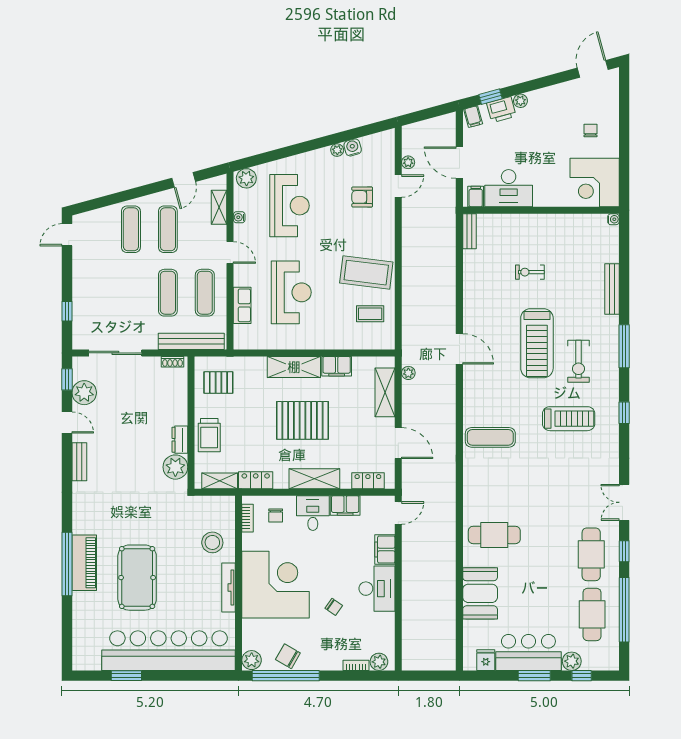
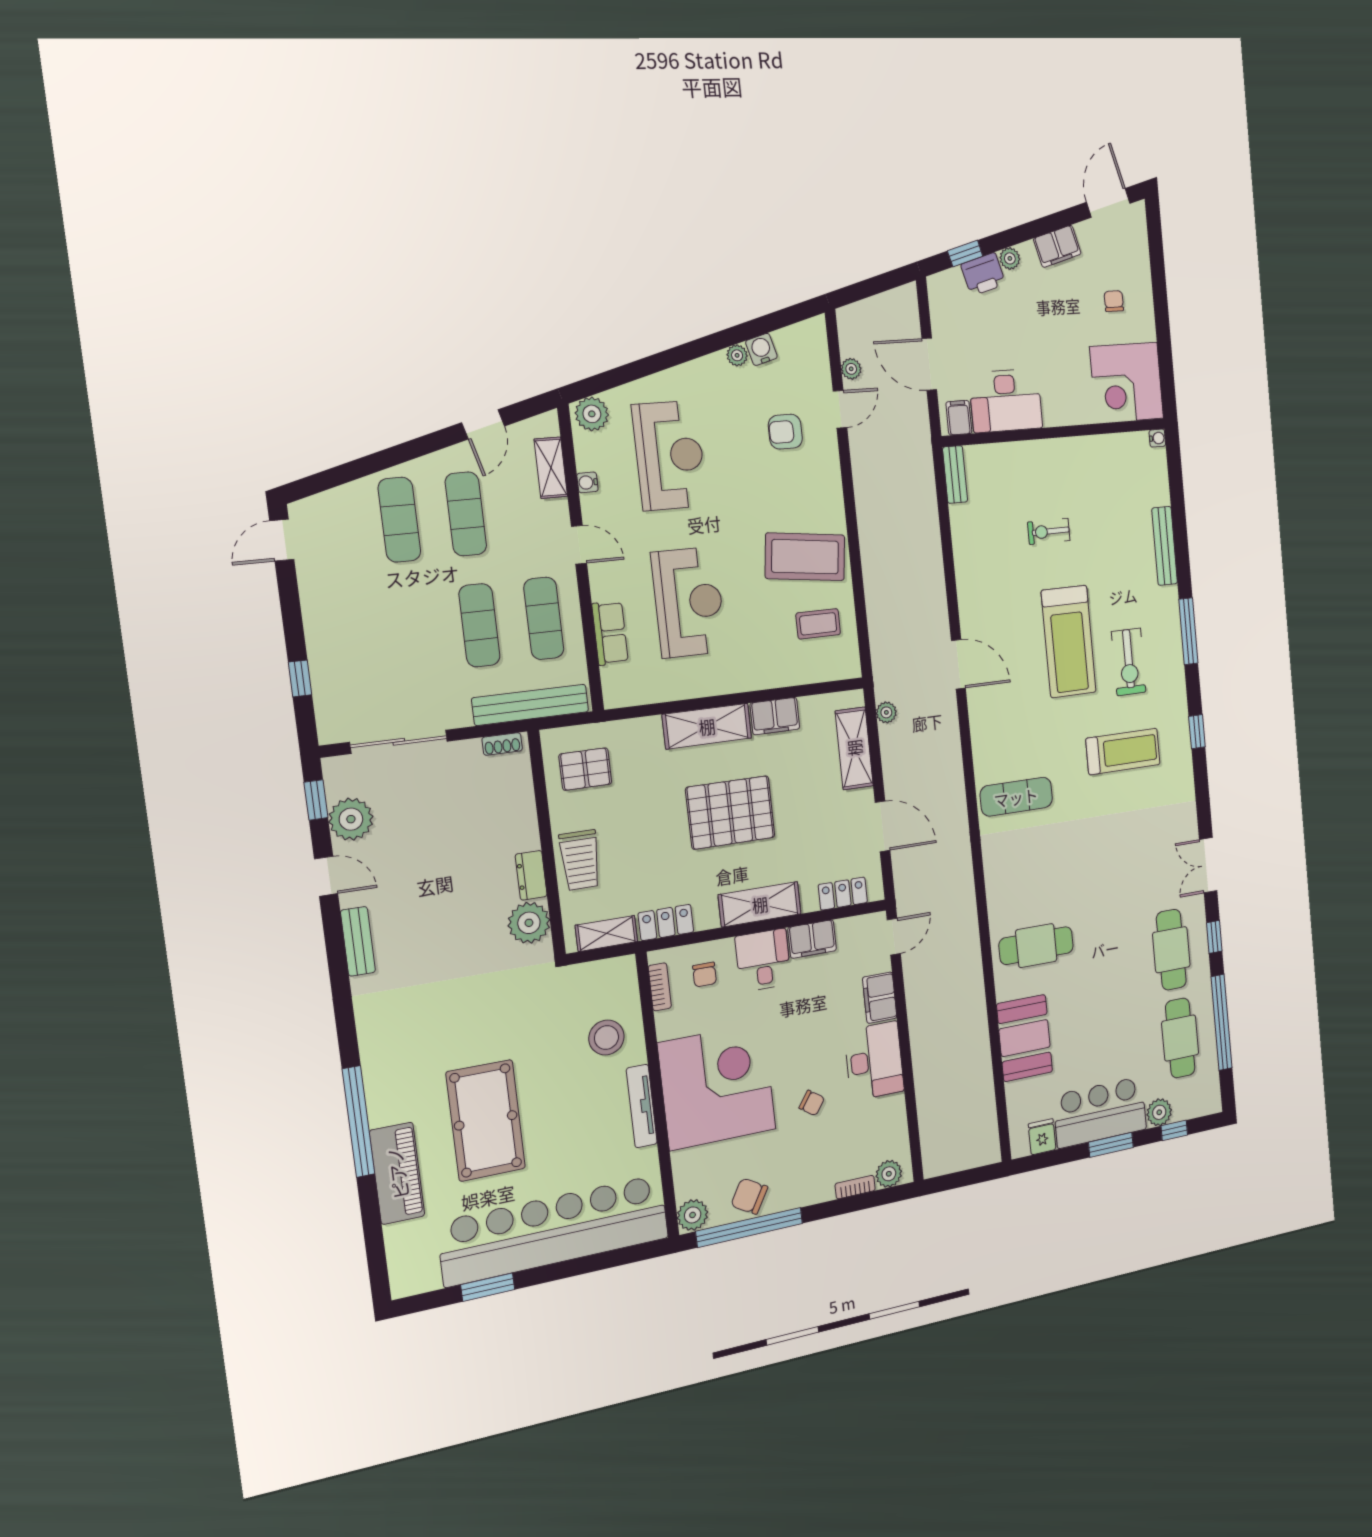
filing cabinet: (473, 117) -> (1057, 246), moved, width x2.00
piano: (84, 563) -> (397, 1173), moved

